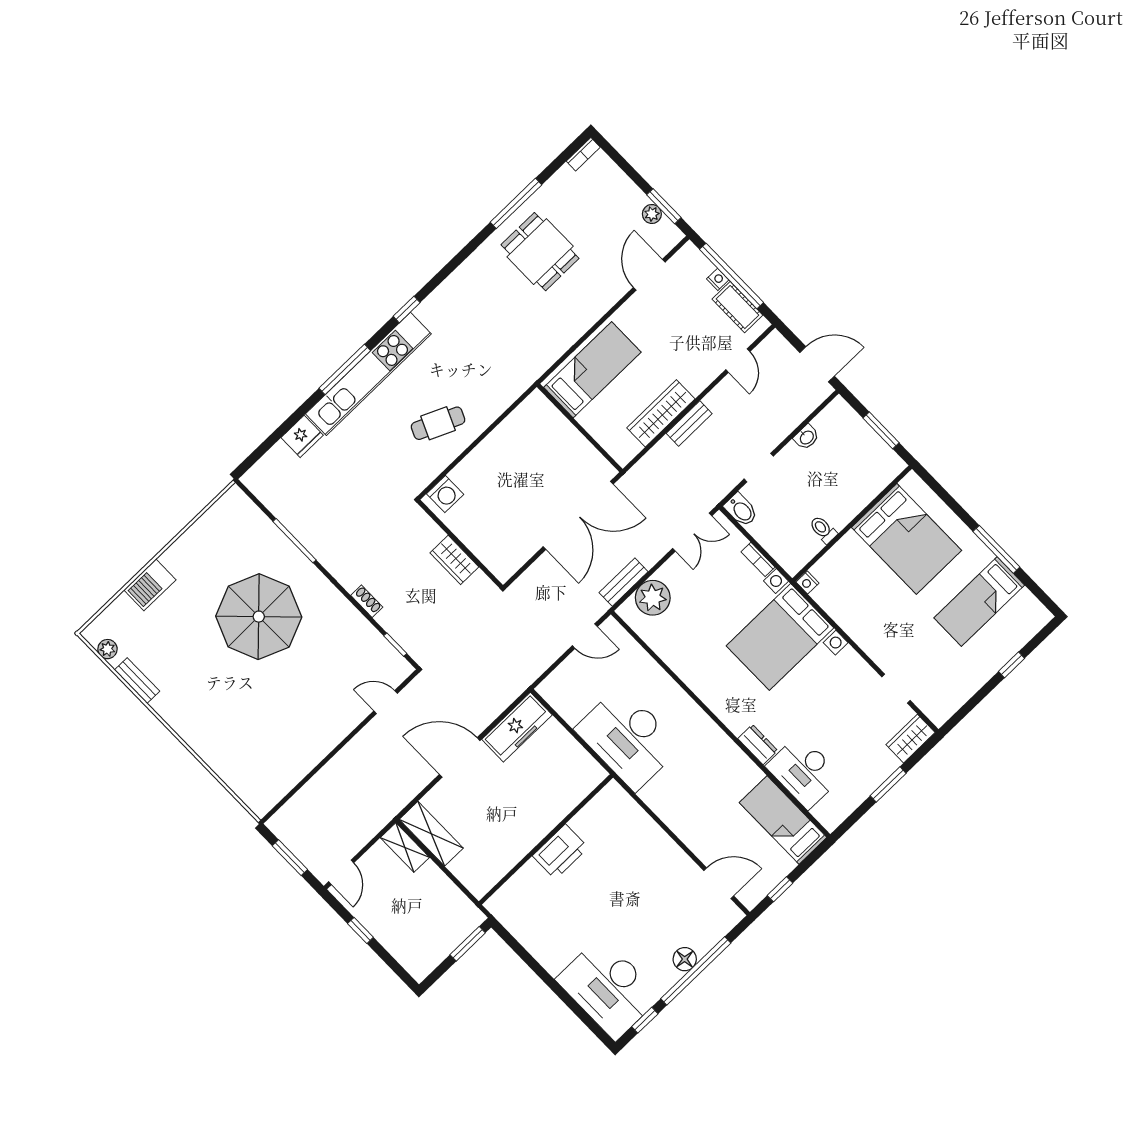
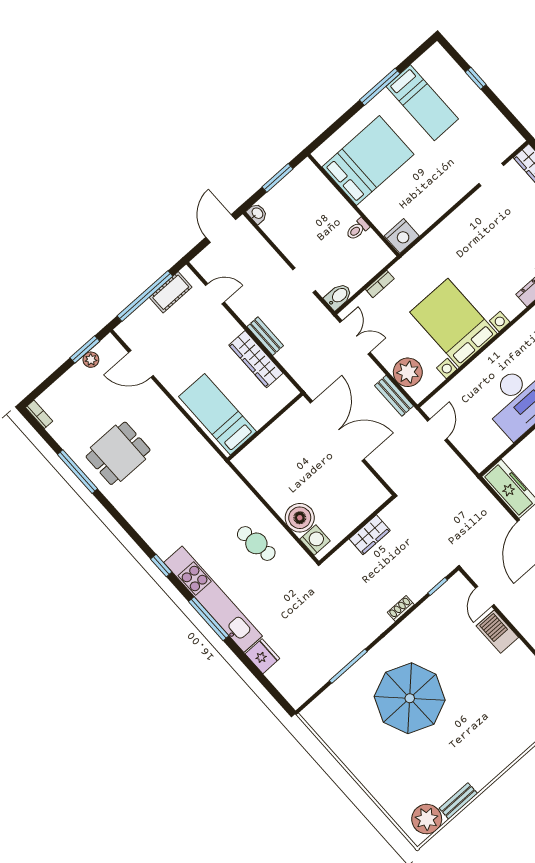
nightstand: (718, 279) -> (147, 308), removed
cafe table: (438, 423) -> (256, 543), turned -32
washbasin: (806, 437) -> (257, 213), moved
boiler: (471, 475) -> (300, 518), added
nightstand: (807, 583) -> (402, 236), width x1.89, depth x1.79
barbecue: (150, 585) -> (497, 632), moved, turned 180
bed with nightstands: (780, 637) -> (453, 323), moved, turned 180
plant: (107, 649) -> (427, 819), width x1.87, depth x1.87

